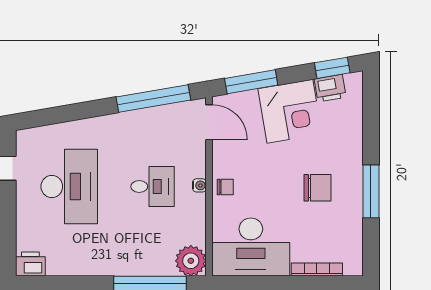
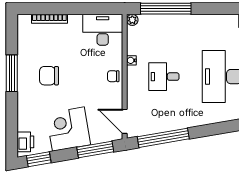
printer: (330, 88) -> (25, 142), moved, turned 100
water cooler: (199, 185) -> (131, 60), moved
desk: (251, 247) -> (103, 30), width x0.73, depth x0.77
plant: (191, 261) -> (132, 20), width x0.53, depth x0.53

